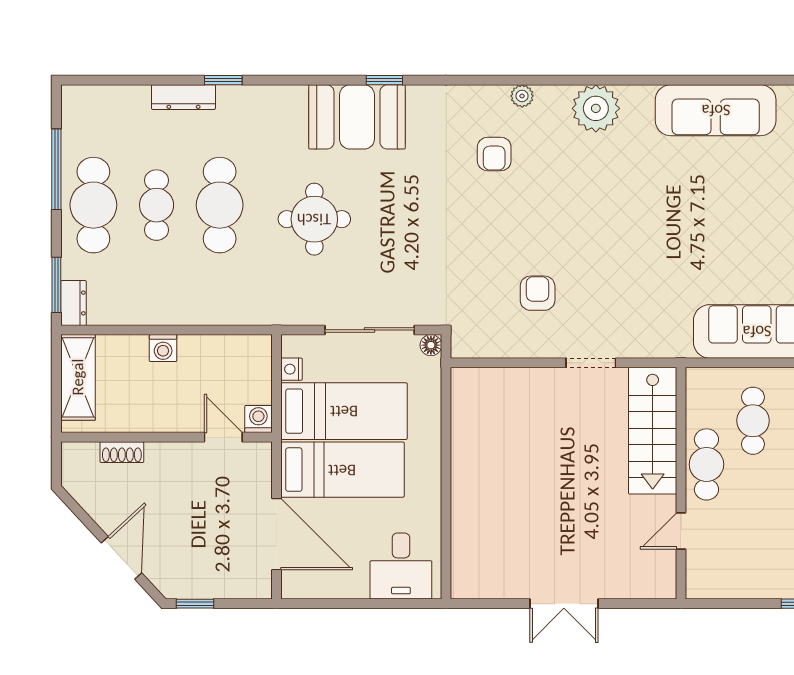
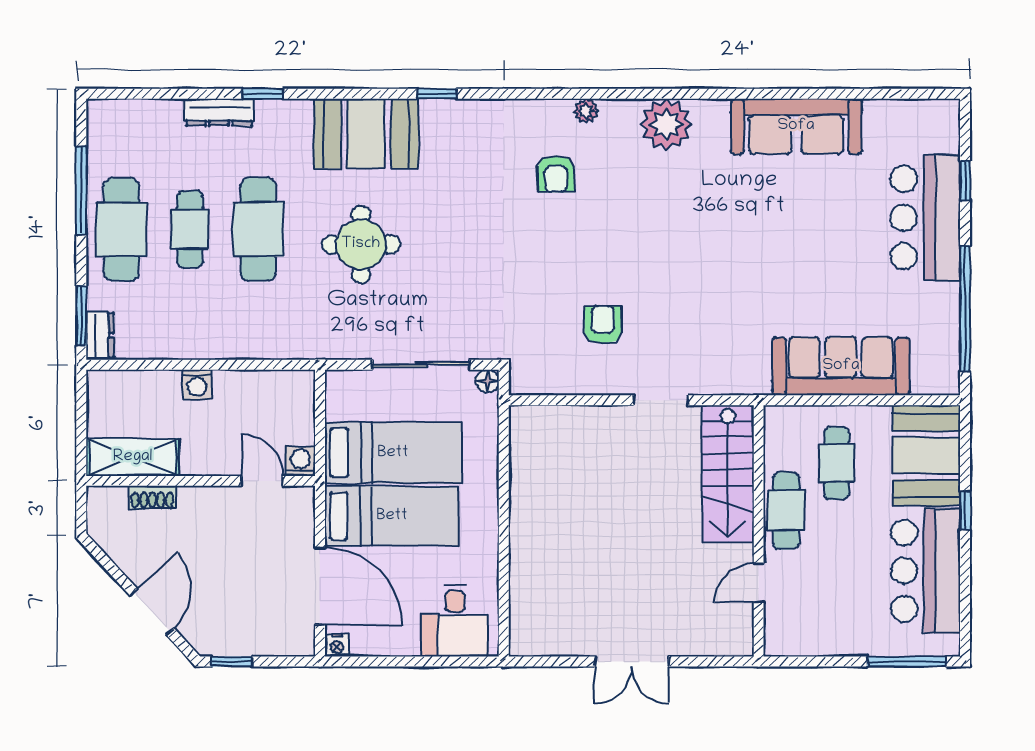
booth: (357, 117) -> (366, 134), moved
nightstand: (292, 369) -> (337, 645), moved, turned -90
shelving: (78, 377) -> (133, 457), moved, turned 90

